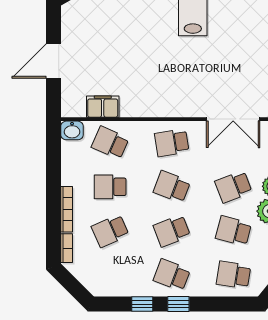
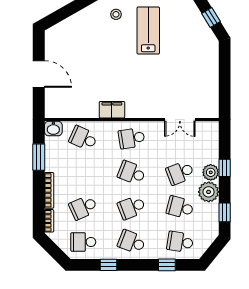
door: (53, 61) -> (39, 74), swing flipped
filing cabinet: (103, 107) -> (112, 110), moved
double door: (233, 119) -> (180, 120), width x0.73
window: (53, 167) -> (39, 157), added
school desk: (110, 187) -> (83, 242), moved
window: (178, 304) -> (167, 265), moved

